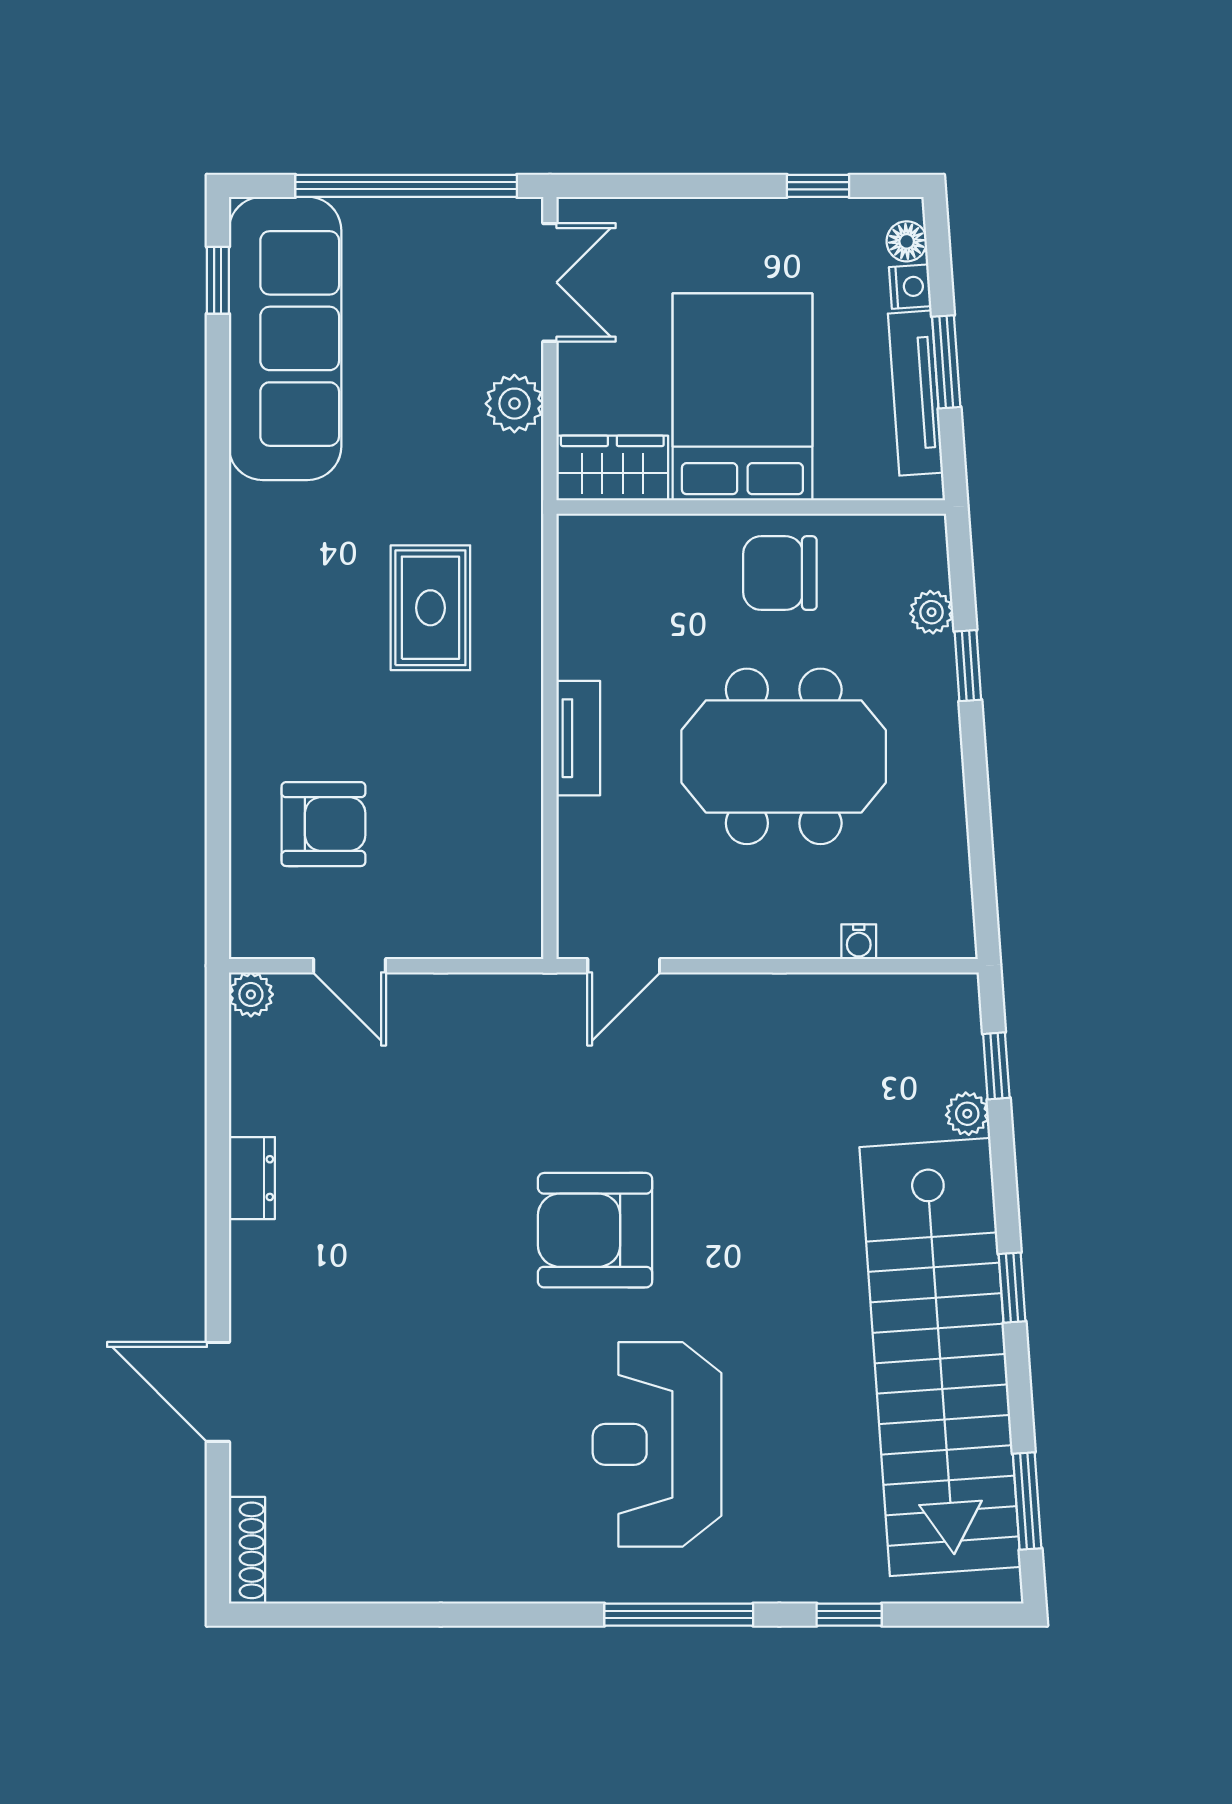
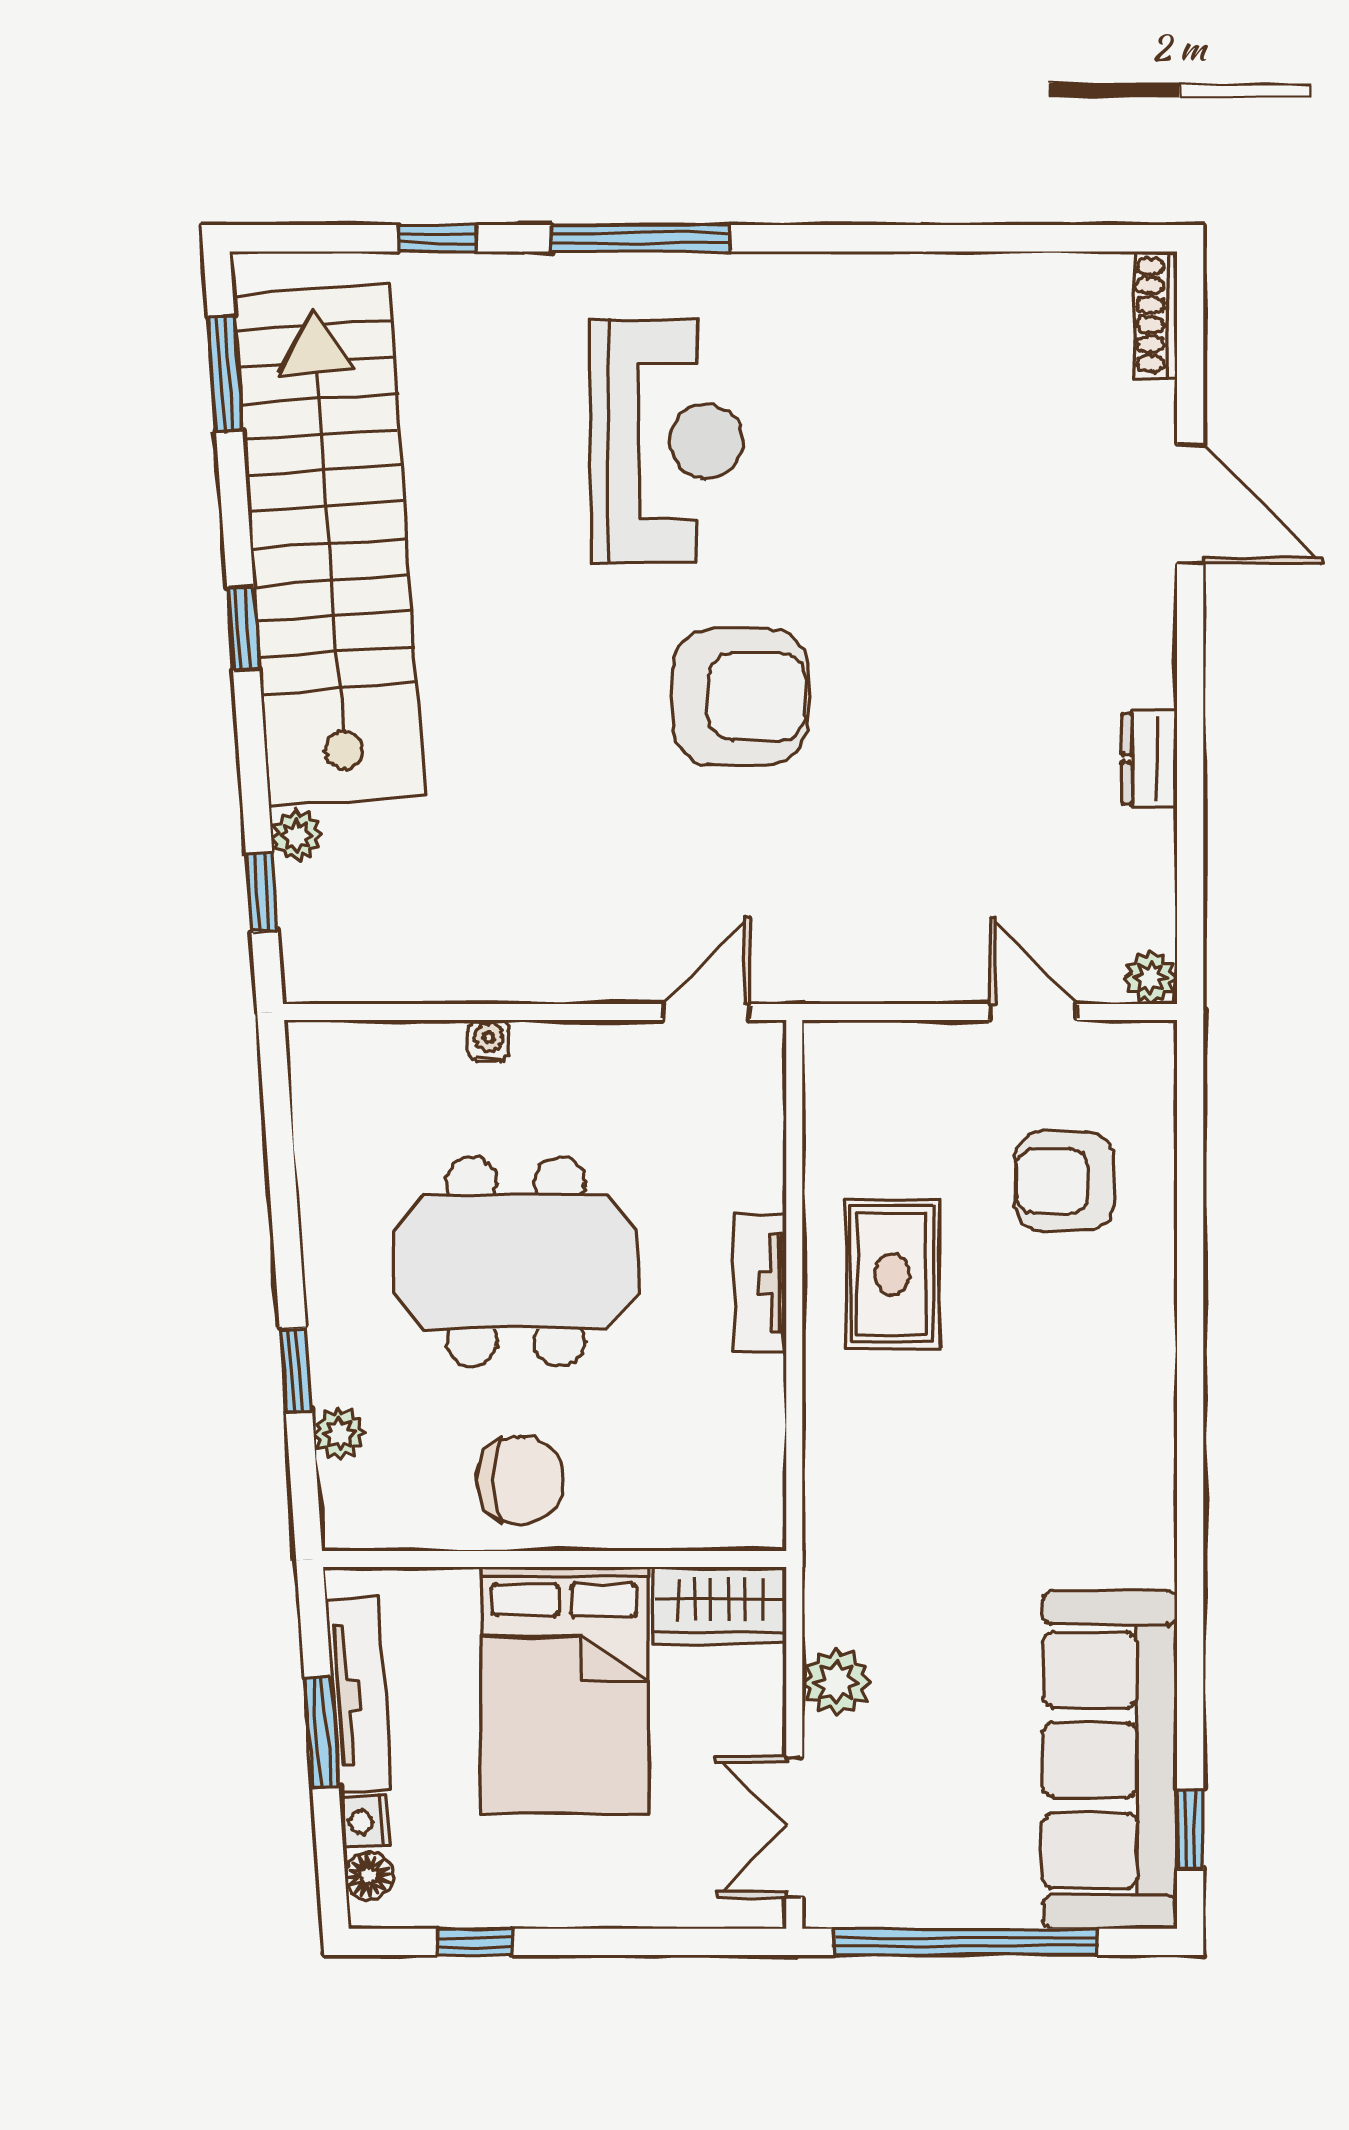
rug: (430, 608) -> (892, 1274), moved
water cooler: (859, 942) -> (489, 1041), moved

